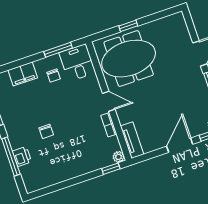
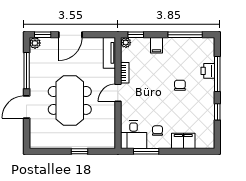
meeting table: (129, 59) -> (70, 100), moved, turned 90
door: (109, 101) -> (118, 93), hinge flipped
filing cabinet: (85, 165) -> (156, 45), added
window: (59, 186) -> (185, 35), added

